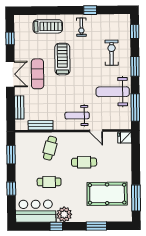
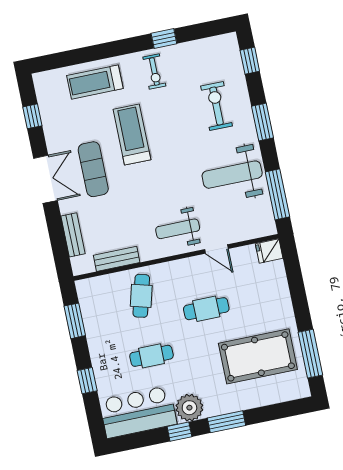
treadmill: (48, 26) -> (95, 82), turned 180
window: (96, 226) -> (227, 422), moved

